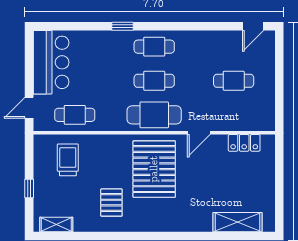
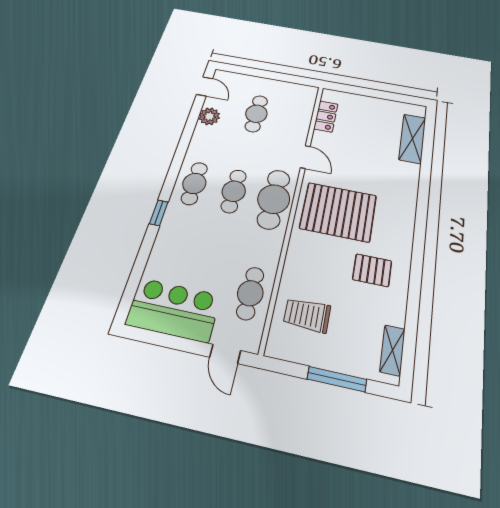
plant: (222, 40) -> (209, 116), added
window: (29, 189) -> (337, 379), width x2.17

